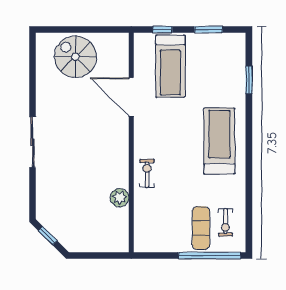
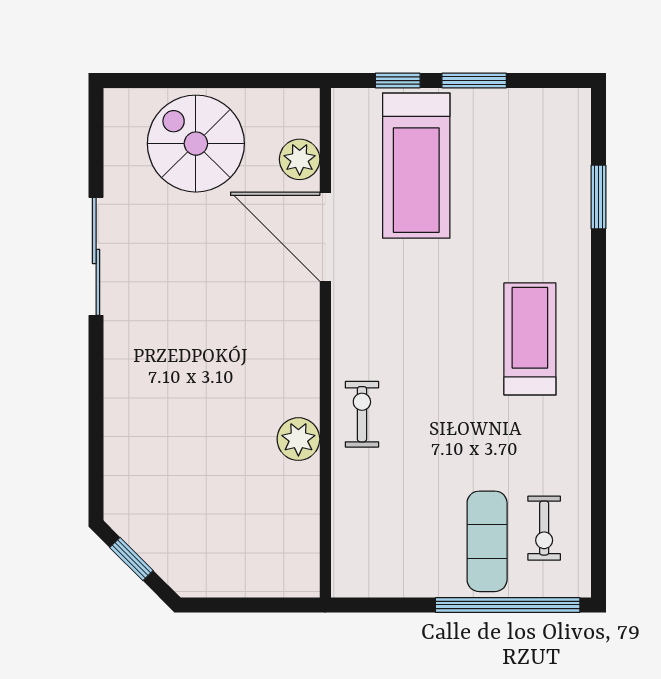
window: (209, 30) -> (474, 81), moved
plant: (120, 64) -> (300, 159), added
treadmill: (219, 141) -> (530, 339), width x0.73, depth x0.73
sliding door: (32, 142) -> (96, 256), moved
plant: (120, 198) -> (298, 439), moved

